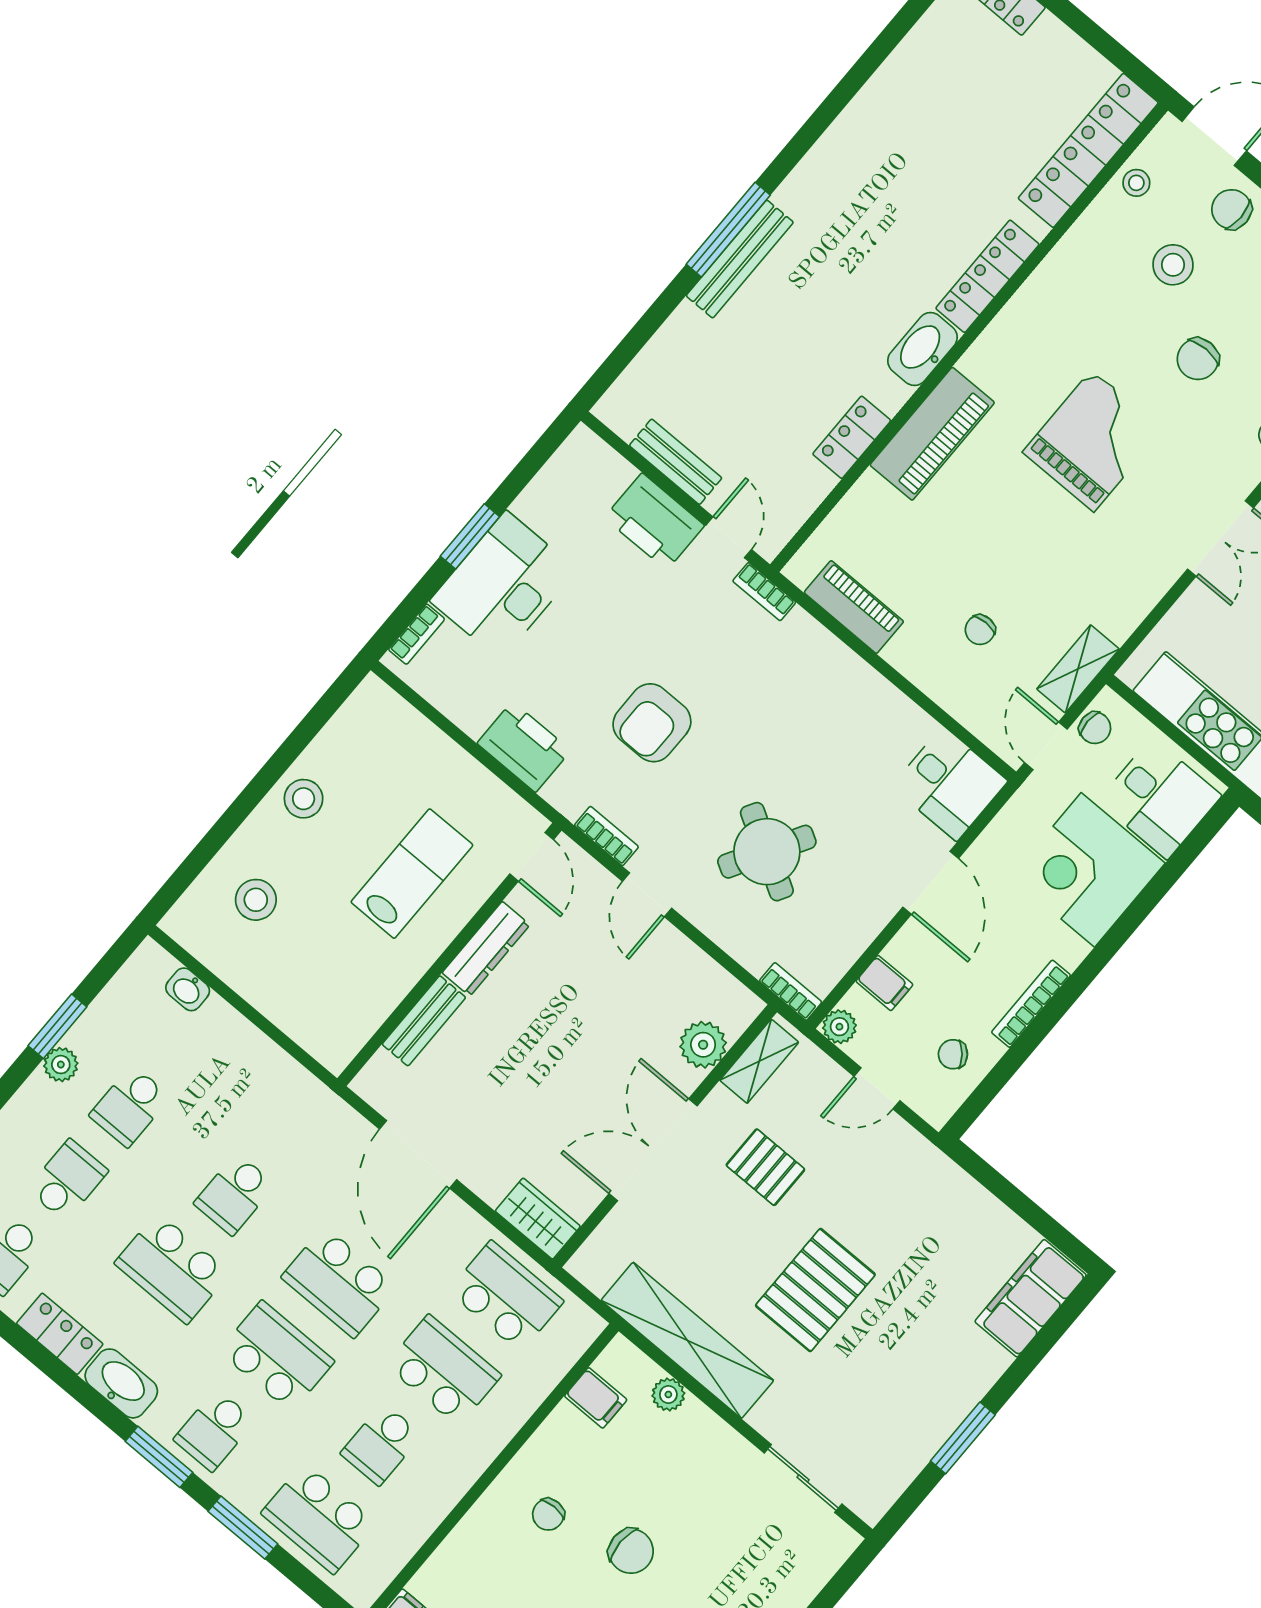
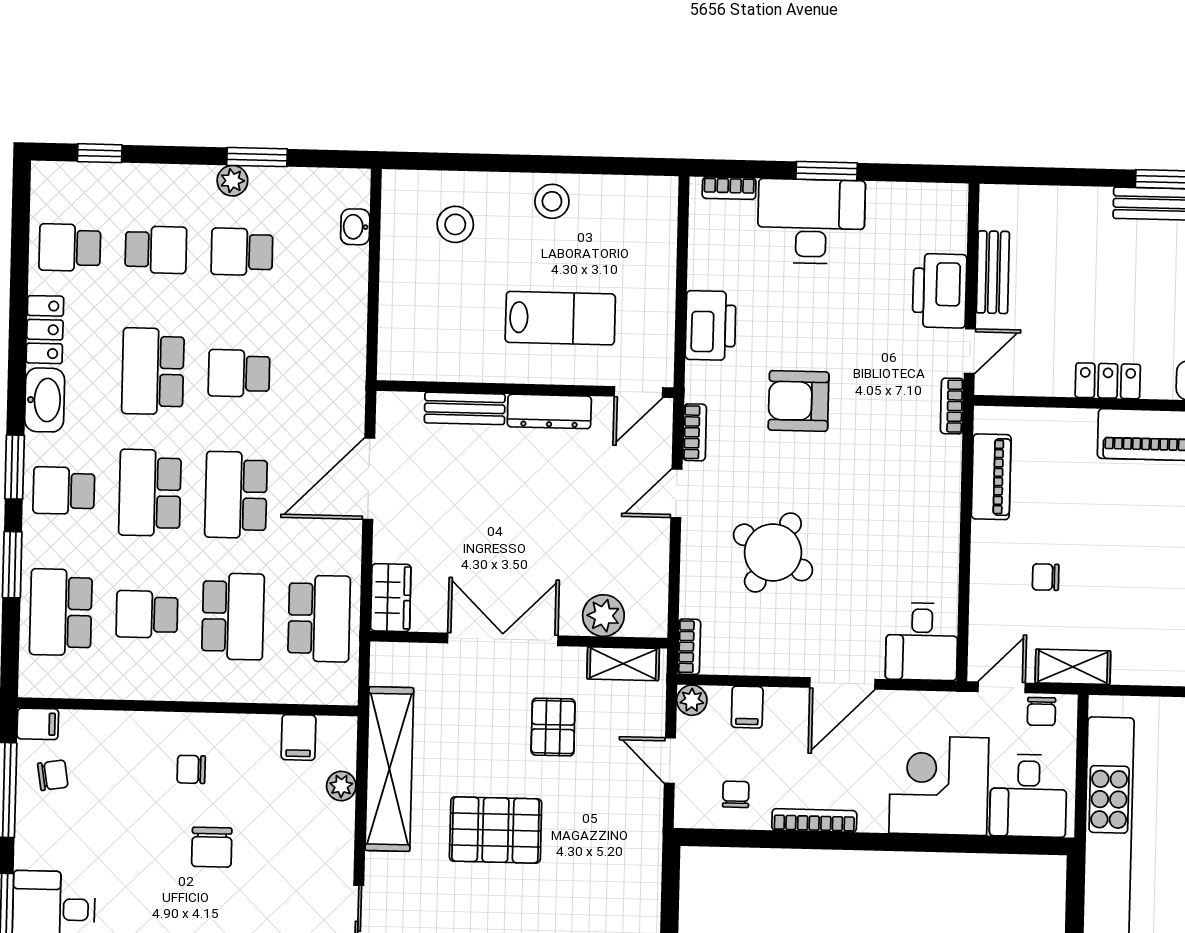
chair: (953, 1054) -> (736, 794), turned 39
school desk: (277, 1356) -> (150, 493), turned 180

